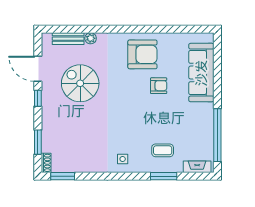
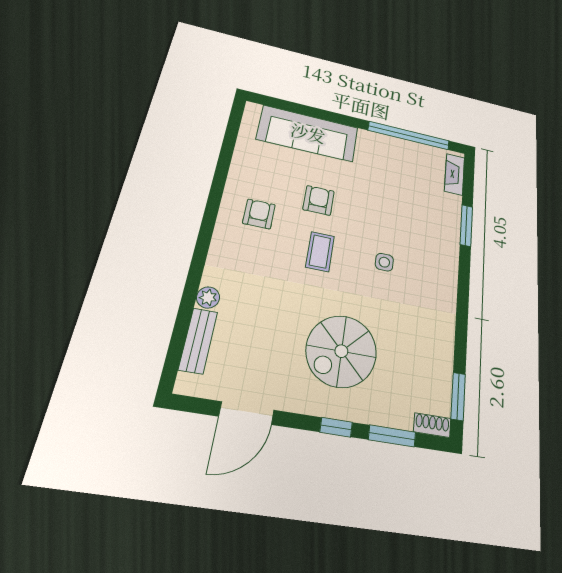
armchair: (142, 54) -> (259, 214), width x0.53, depth x0.53
spiral stairs: (80, 83) -> (341, 351), moved
window: (38, 98) -> (336, 427), moved
coffee table: (163, 150) -> (320, 252), moved
side table: (123, 159) -> (384, 262), moved

